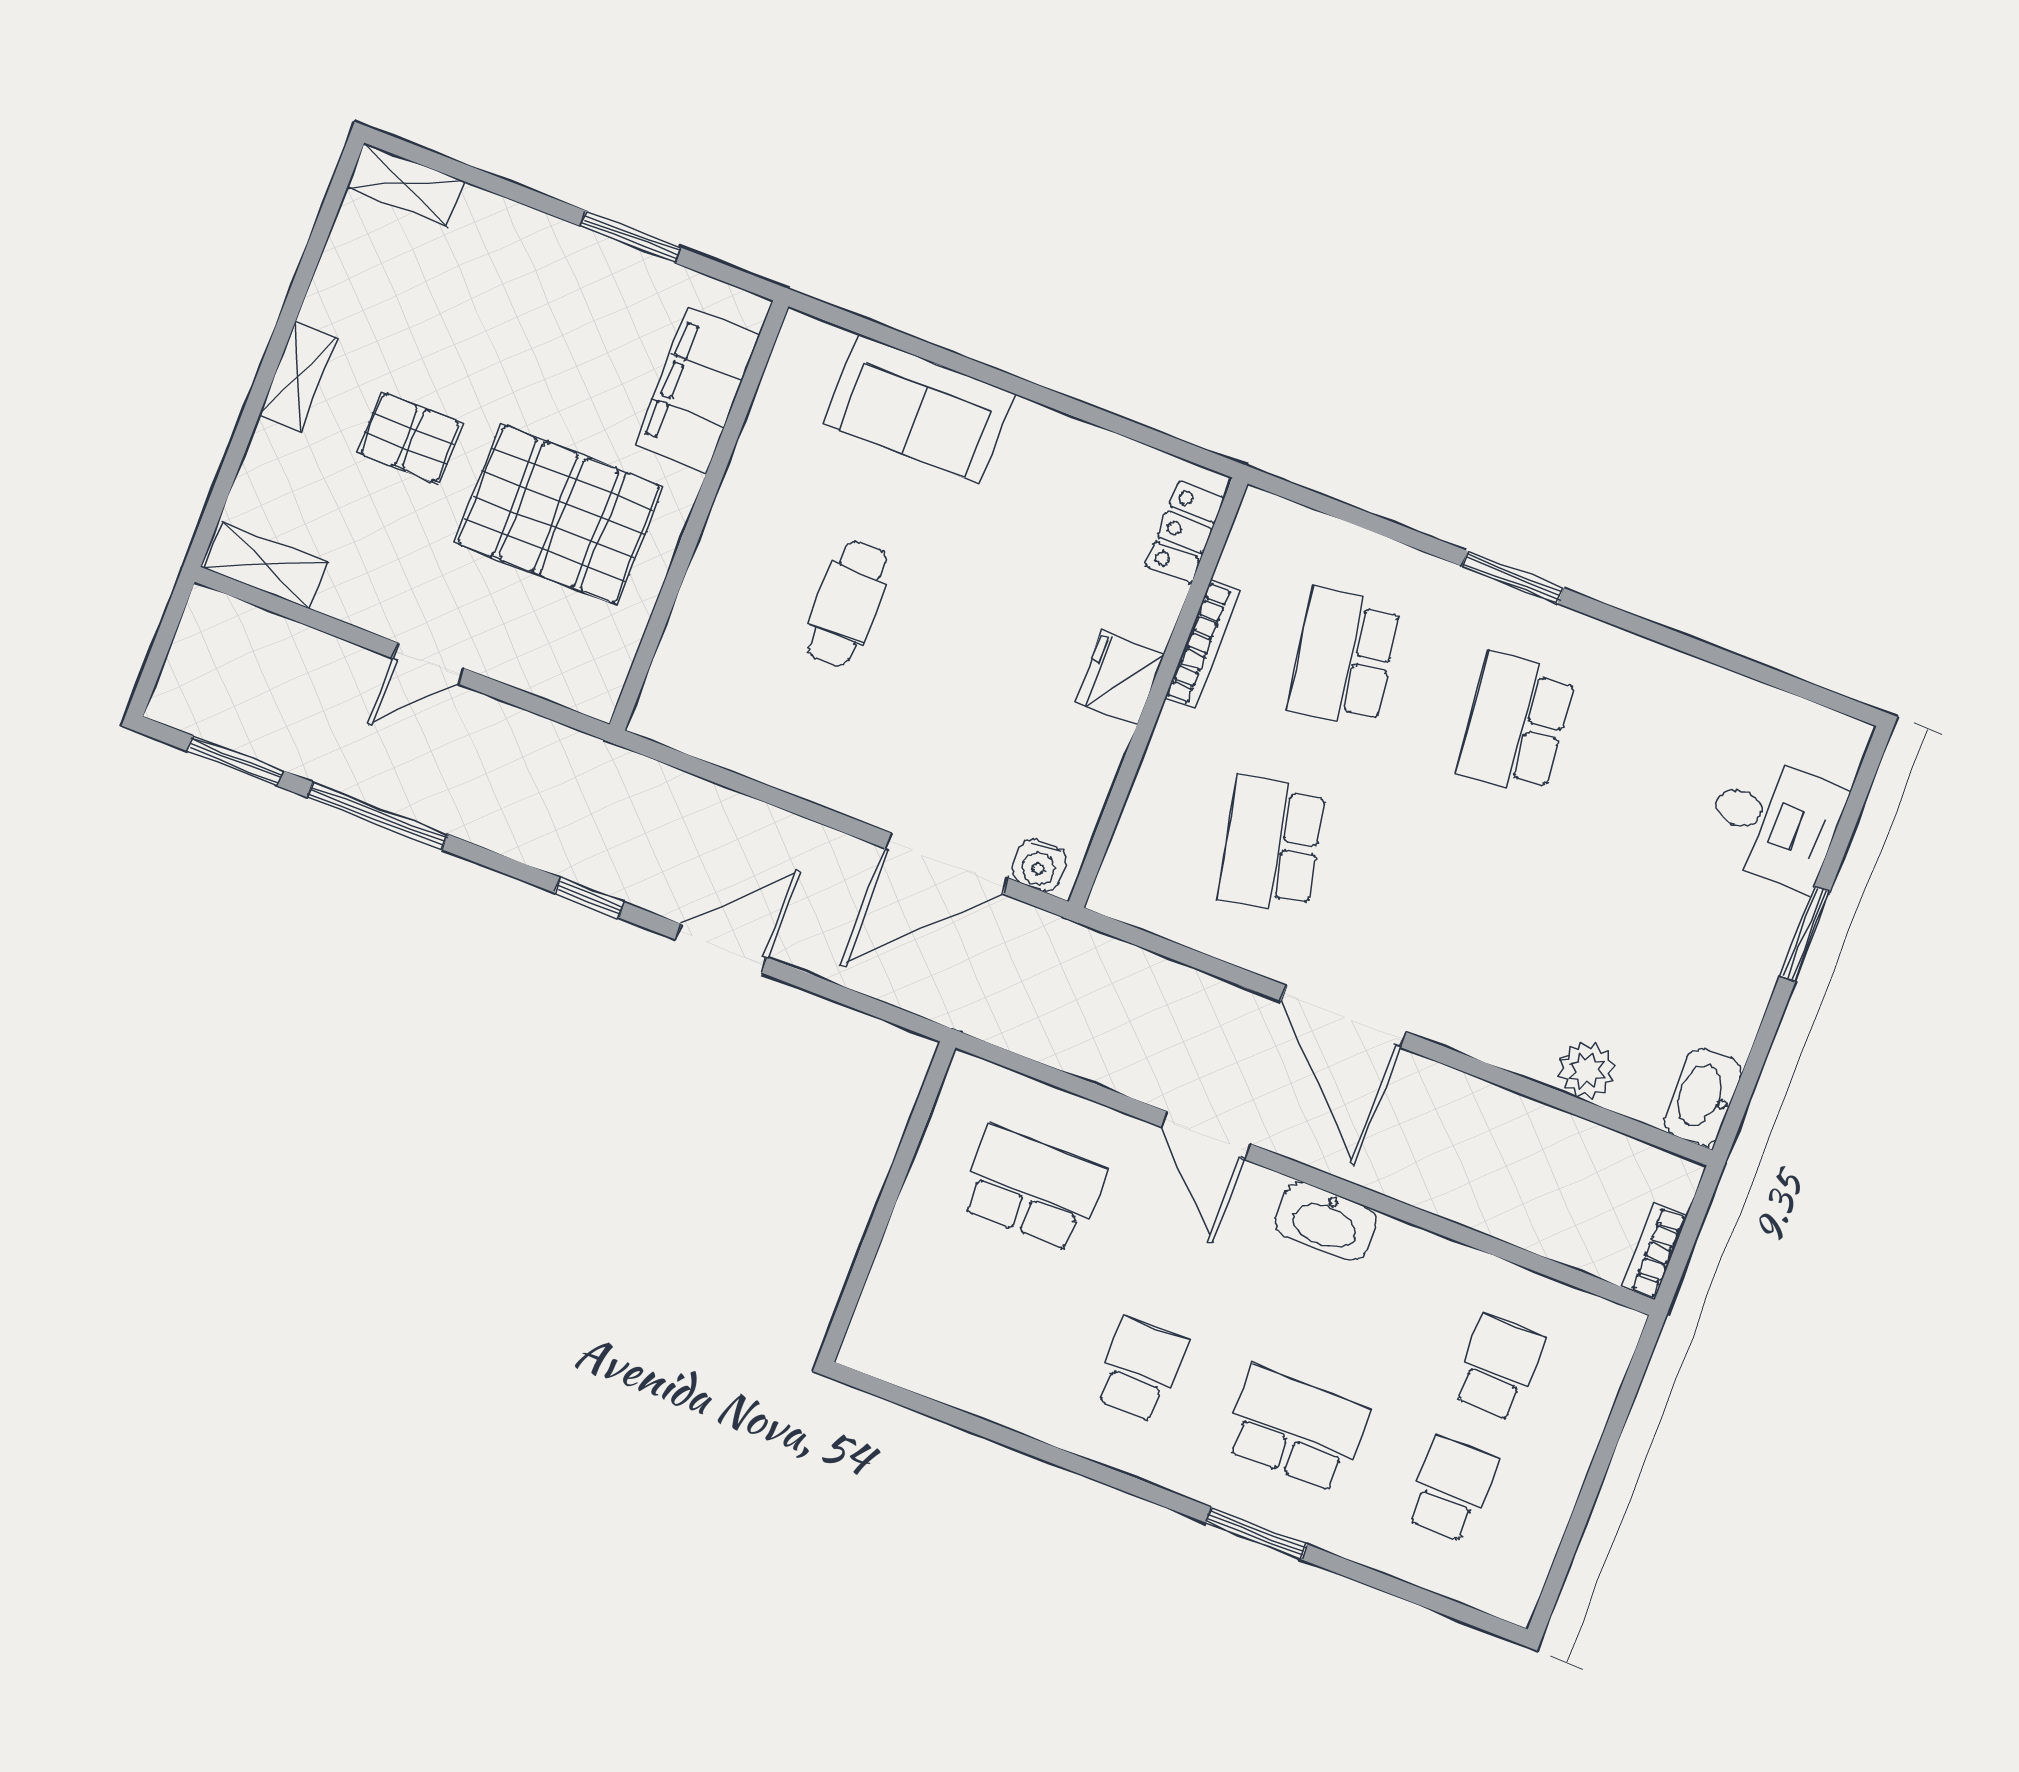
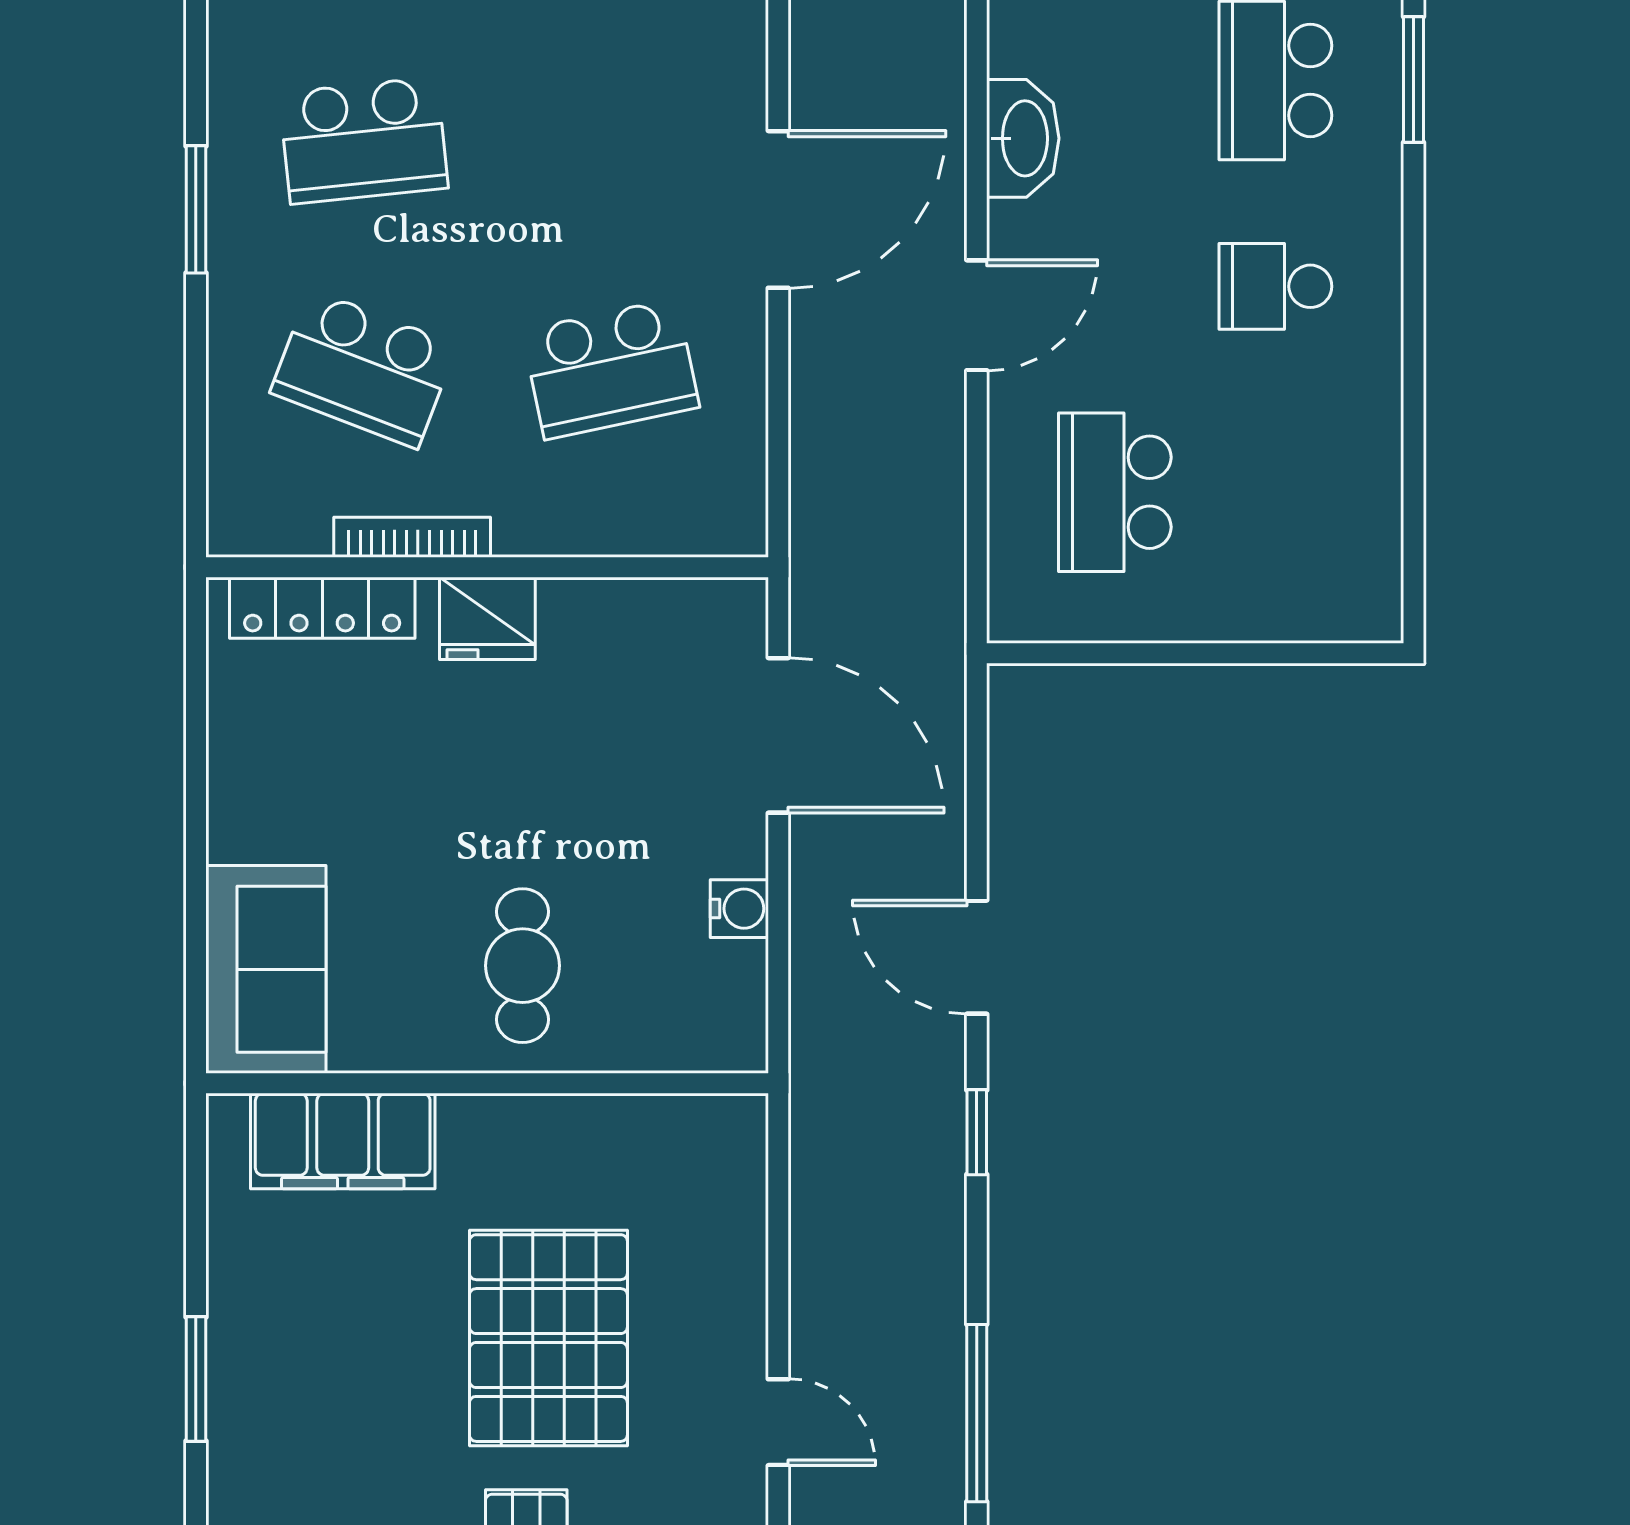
filing cabinet: (697, 390) -> (343, 1141), moved
wall: (699, 515) -> (487, 1083), moved
locker: (1185, 532) -> (322, 608), width x1.53
cafe table: (847, 603) -> (523, 966), turned 90
school desk: (1344, 657) -> (364, 369), turned 30
water cooler: (1039, 865) -> (739, 909), moved

